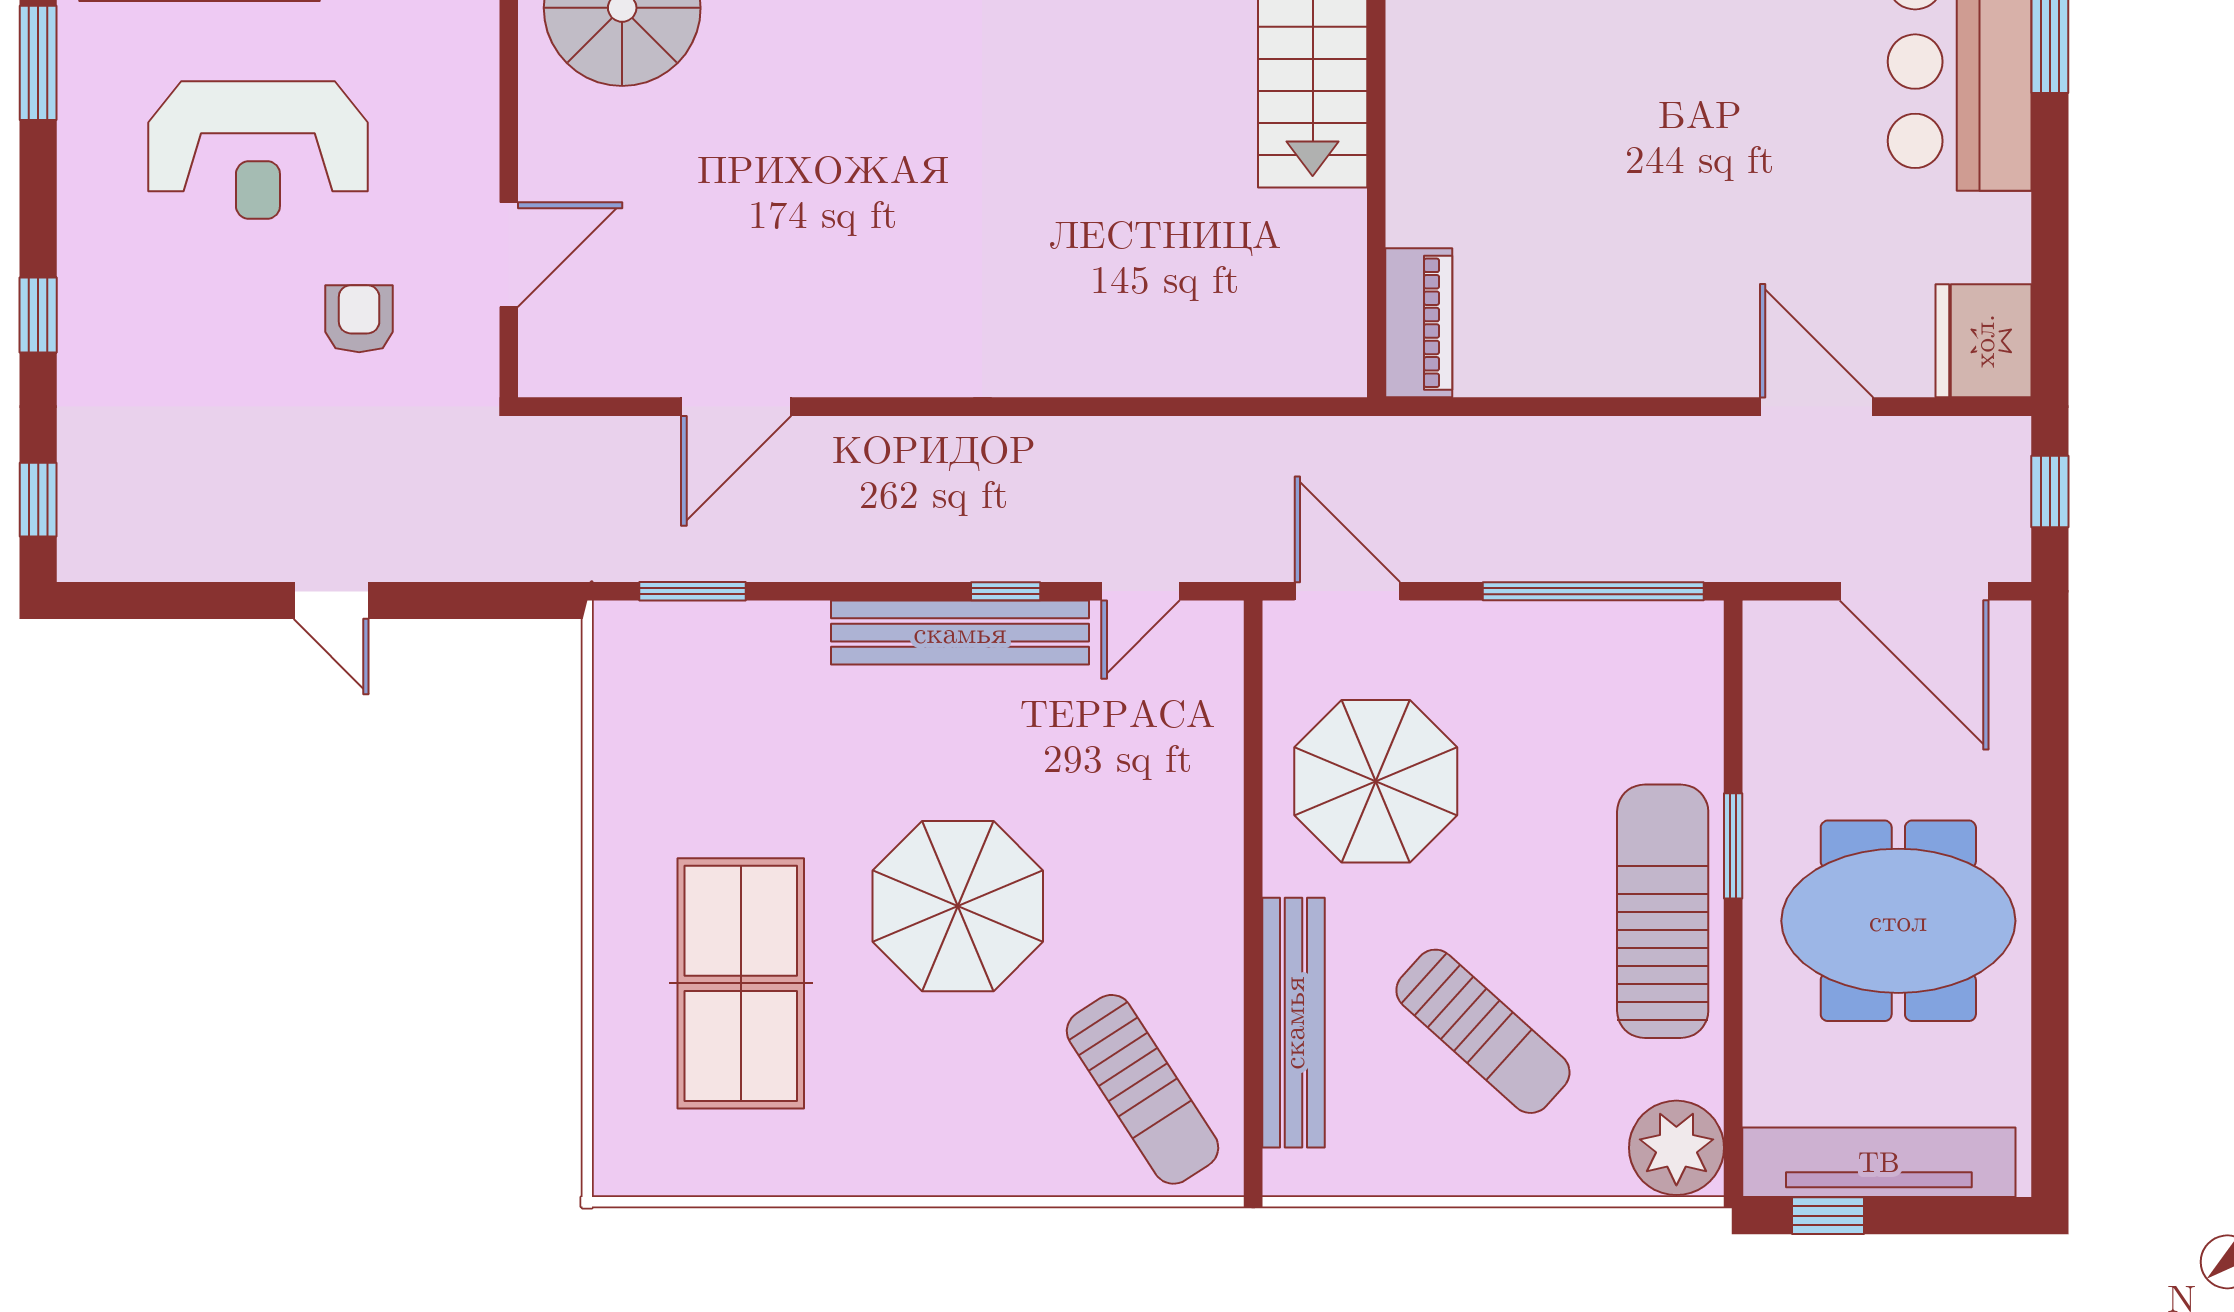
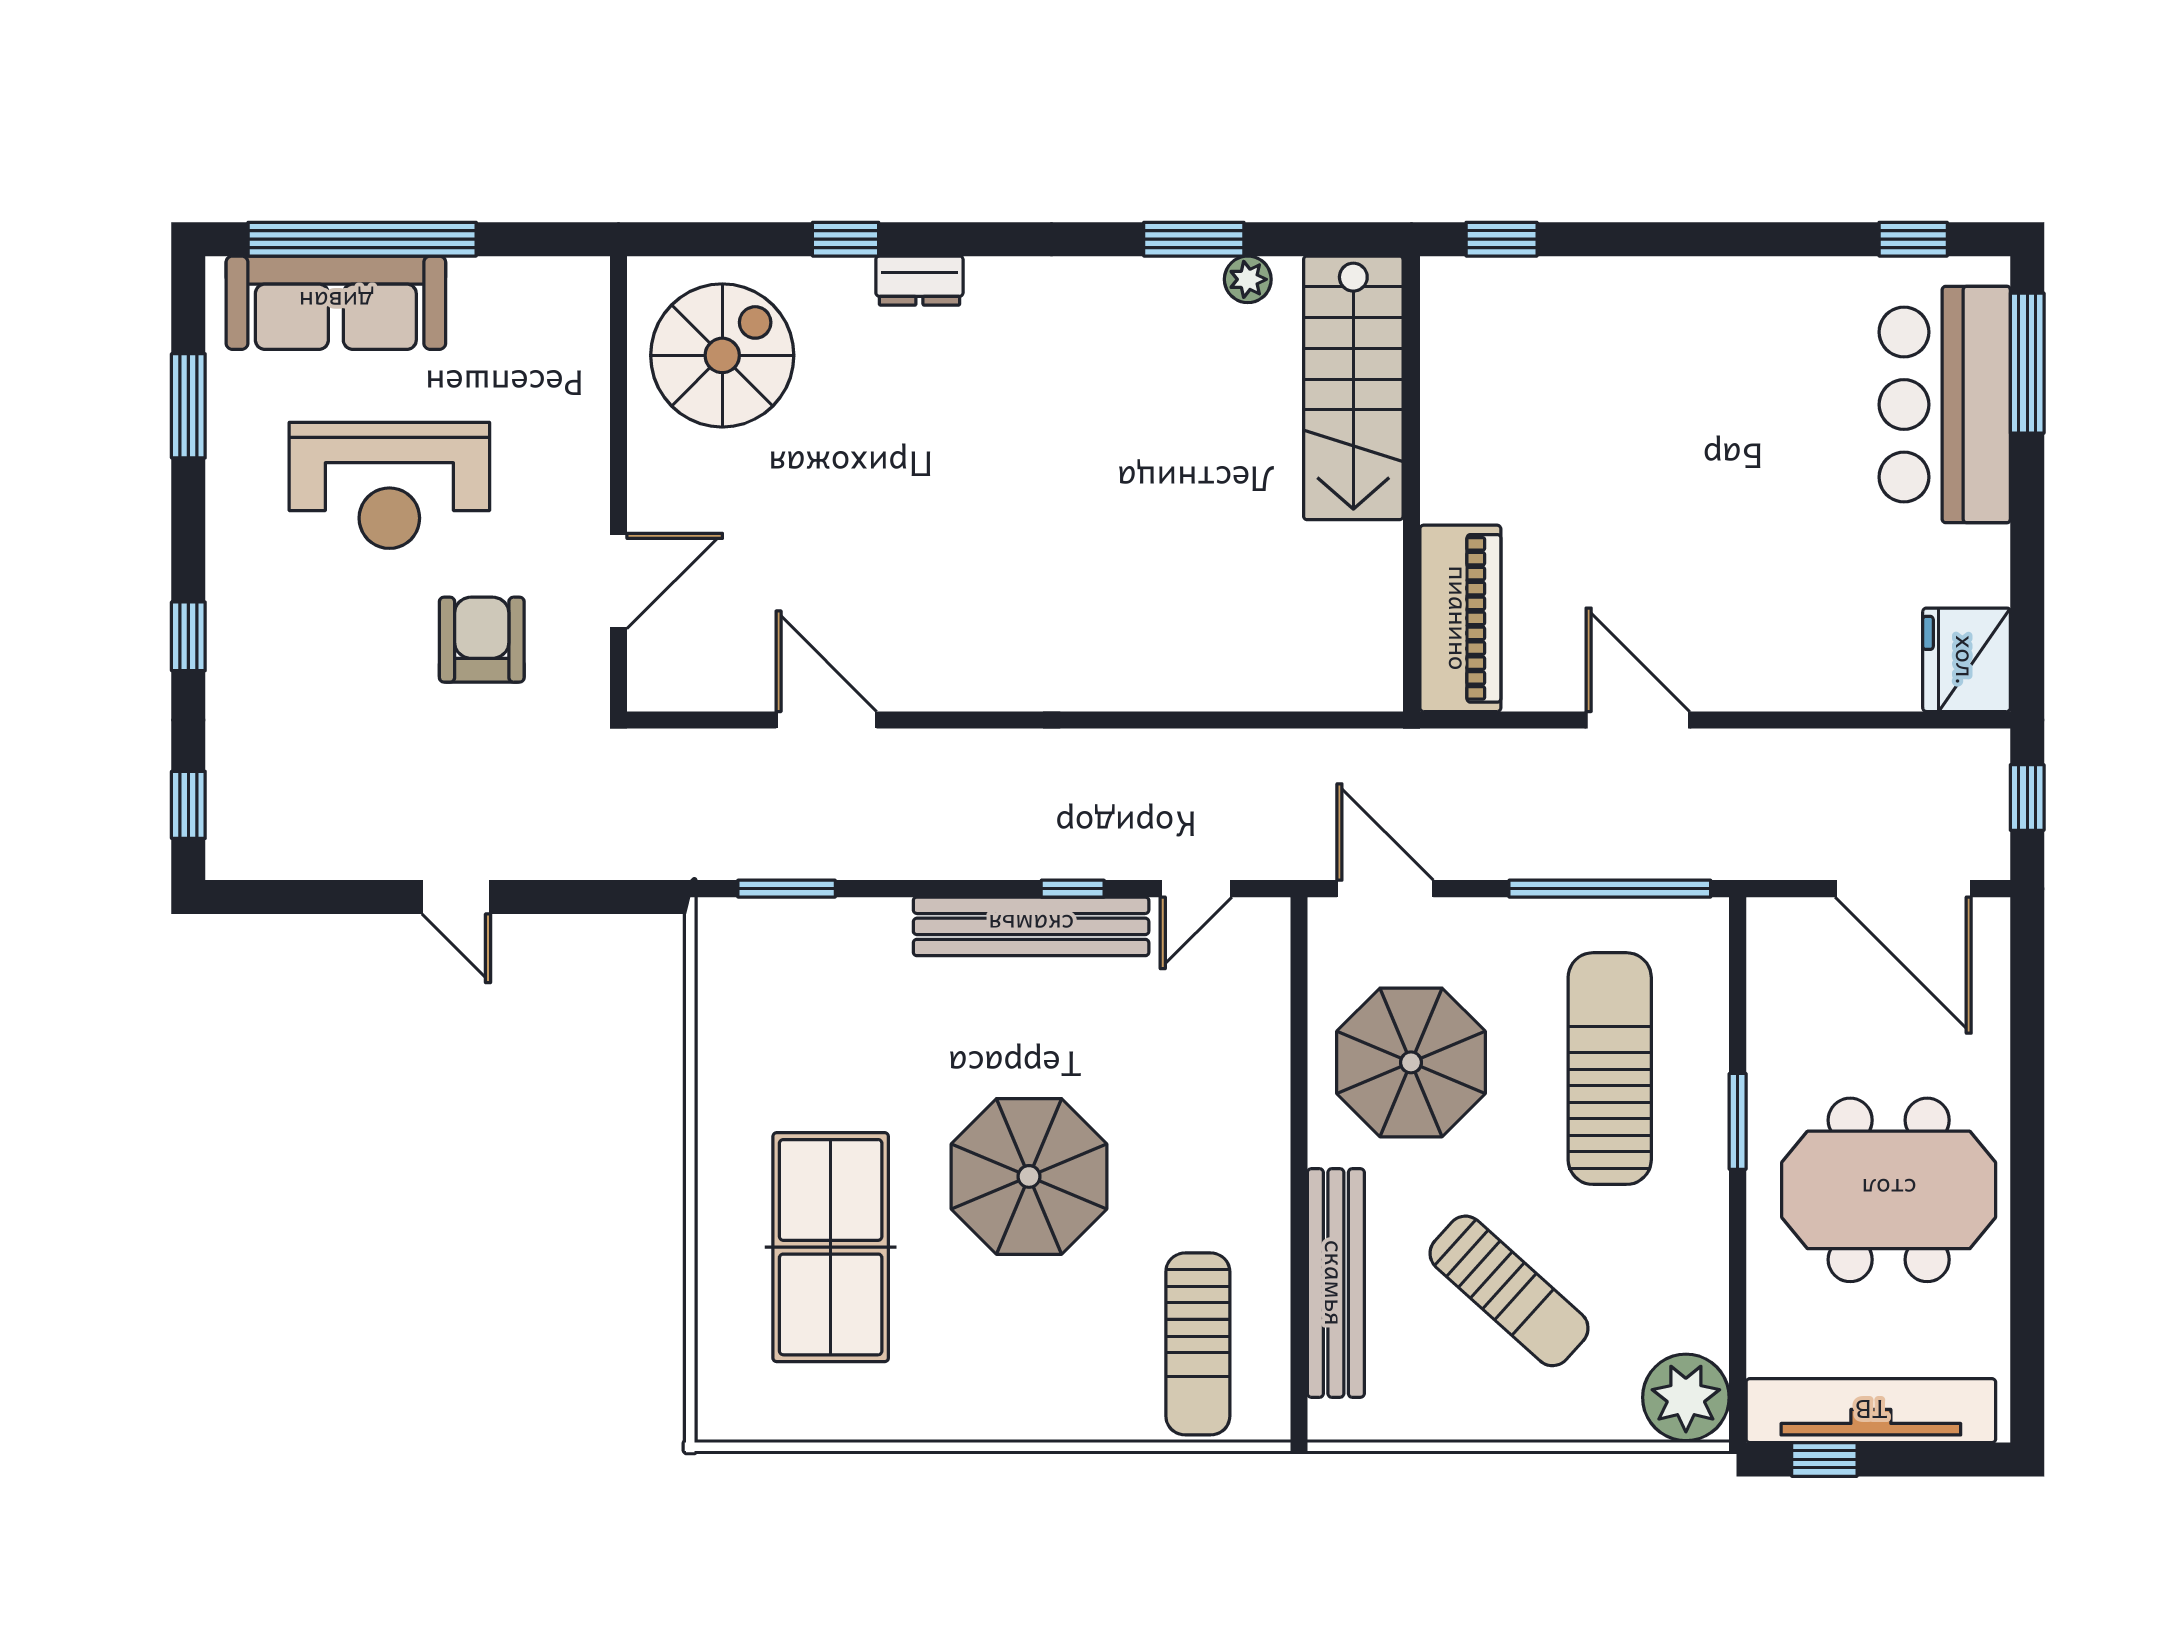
armchair: (359, 319) -> (482, 640), width x1.38, depth x1.38
piano: (1419, 323) -> (1460, 618), width x1.37, depth x1.33
door: (736, 407) -> (826, 720), swing flipped
door: (1817, 407) -> (1638, 720), moved
sun lounger: (1663, 911) -> (1610, 1069), moved
sun lounger: (1143, 1089) -> (1198, 1344), turned 33

